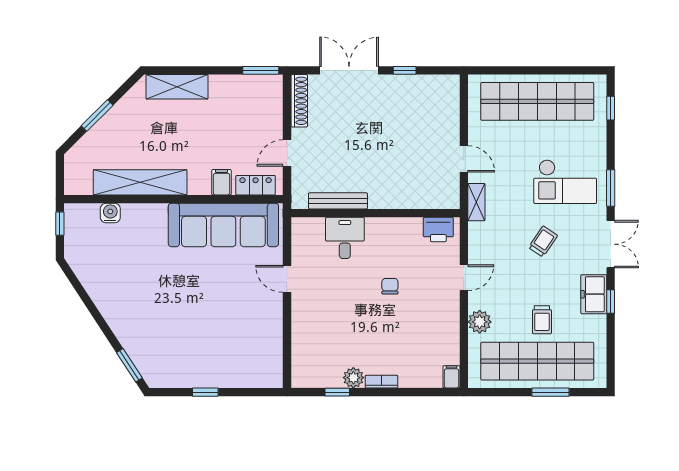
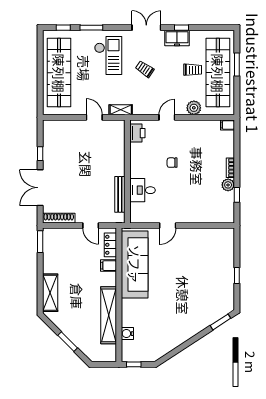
door: (464, 159) -> (94, 117), hinge flipped
window: (611, 188) -> (91, 28), moved
door: (464, 278) -> (167, 117), hinge flipped

